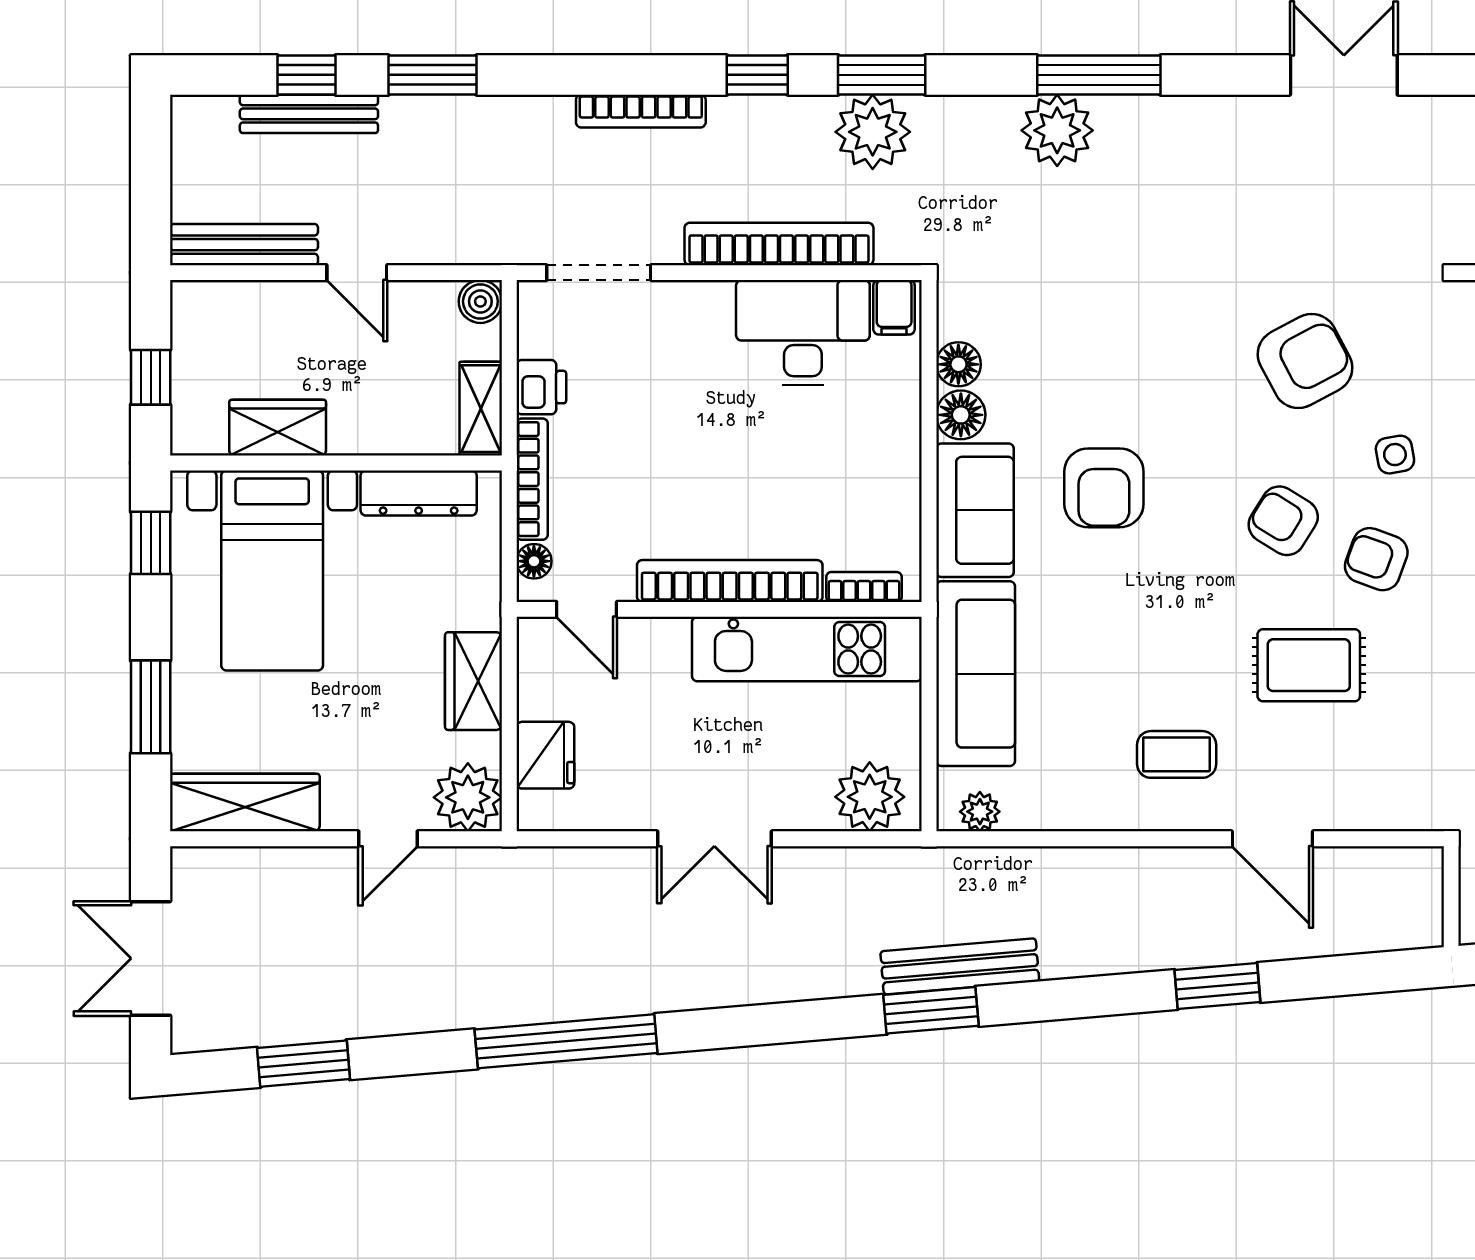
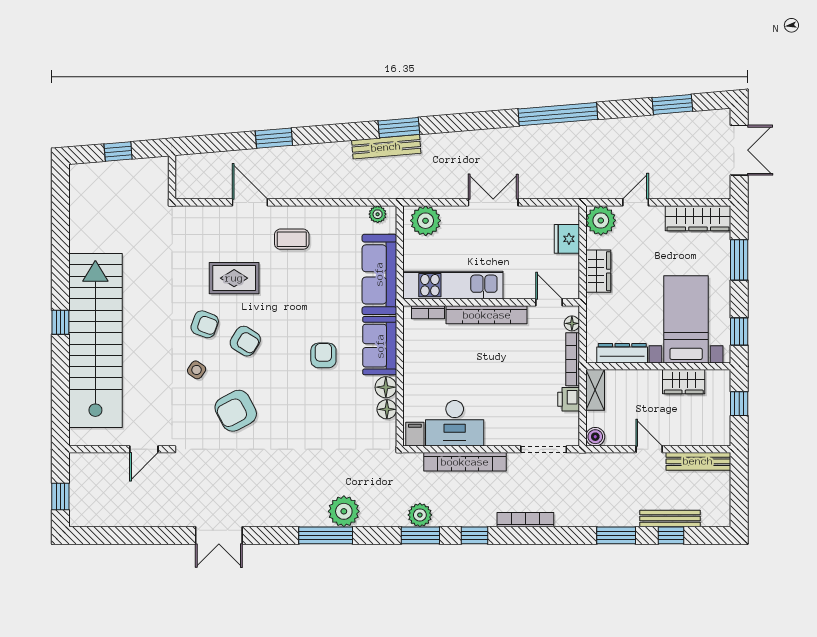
plant: (873, 132) -> (420, 515), width x0.73, depth x0.73
side table: (1395, 455) -> (197, 370), turned 45
armchair: (1104, 488) -> (323, 355), width x0.72, depth x0.72

